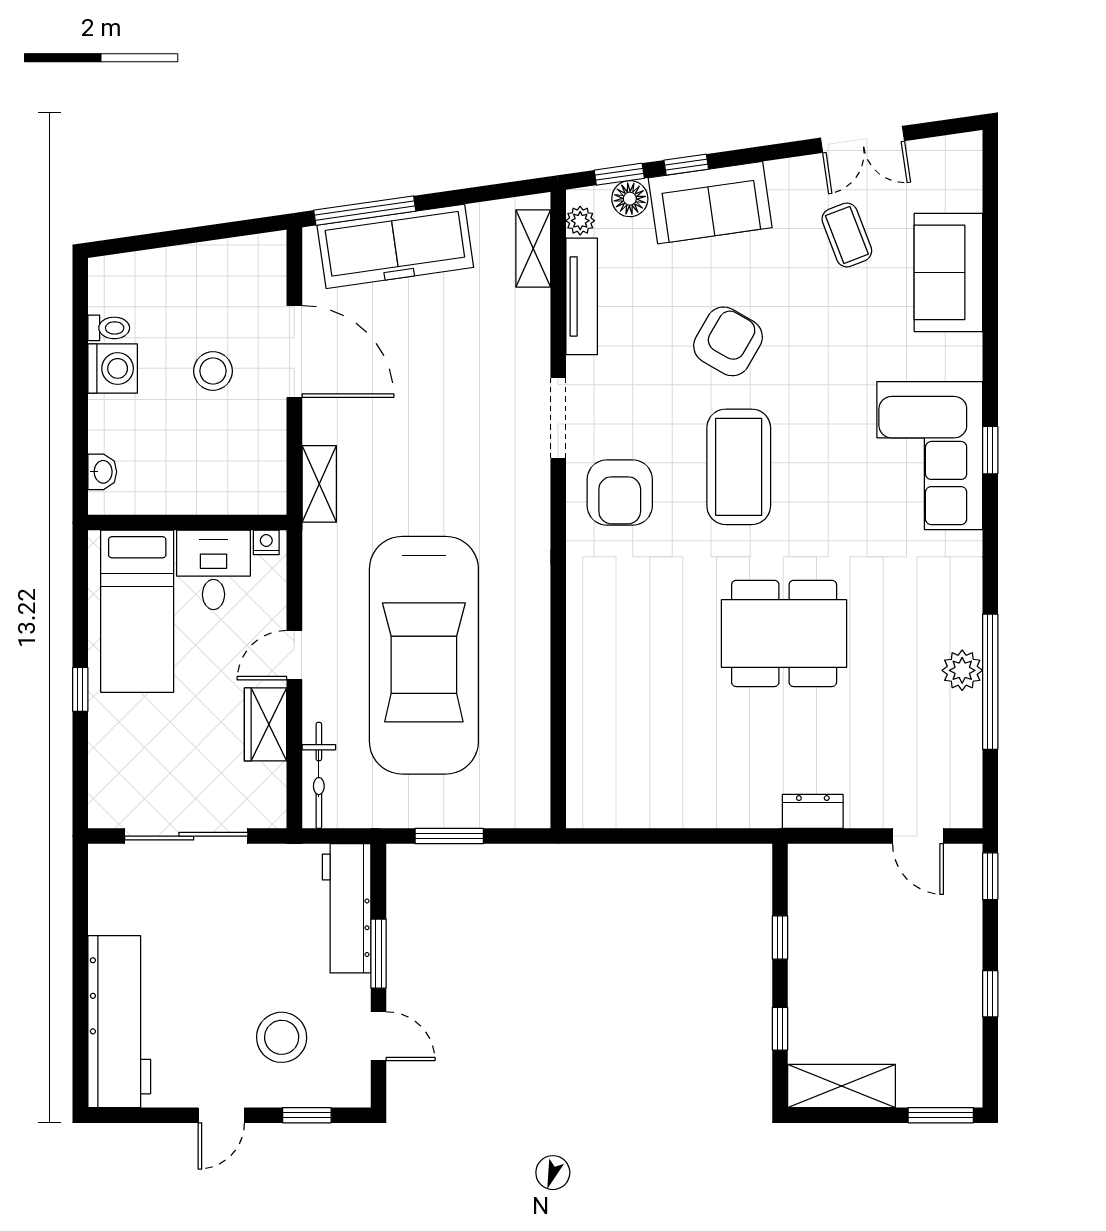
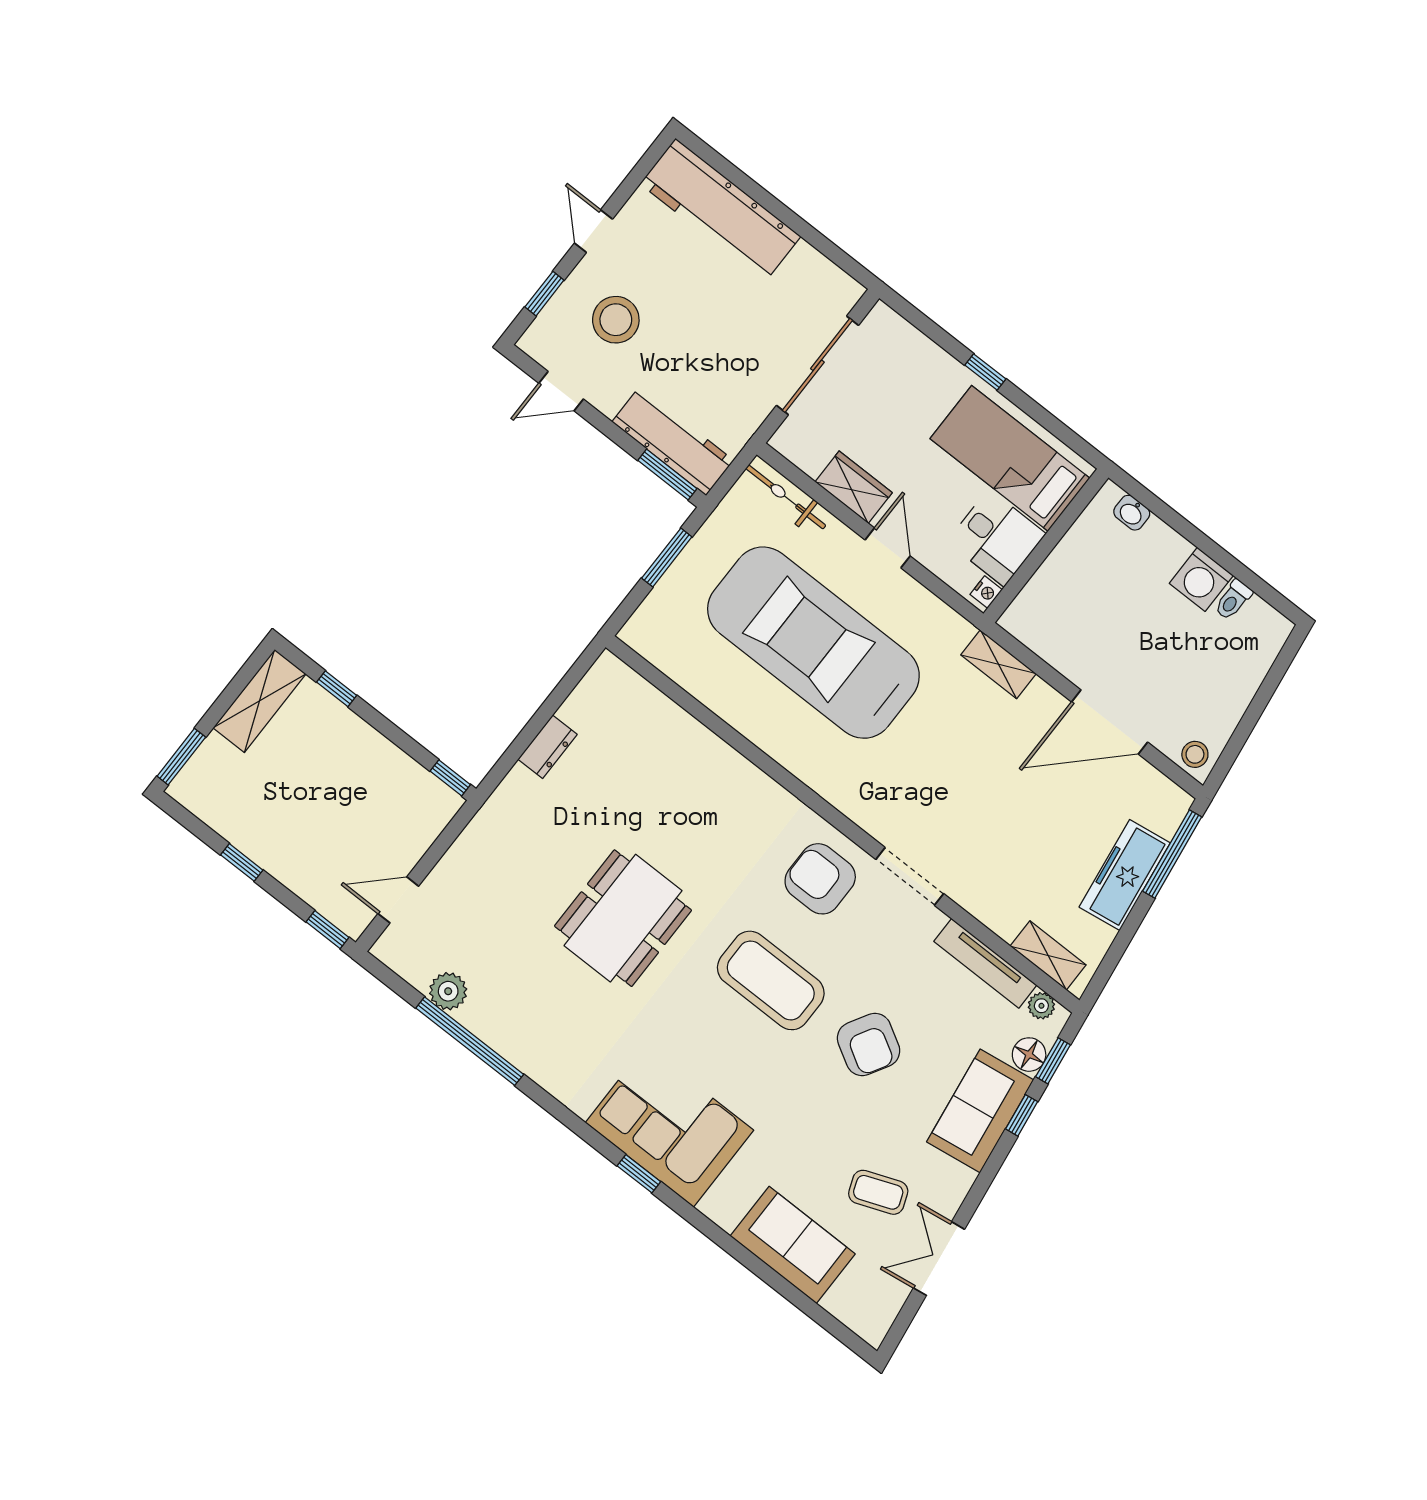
freezer: (395, 246) -> (1125, 875), width x0.73, depth x0.79
stool: (213, 371) -> (1195, 754), moved, width x0.73, depth x0.73
plant: (962, 670) -> (448, 991), moved
dresser: (813, 811) -> (548, 747), moved
window: (780, 938) -> (450, 778), moved
window: (378, 954) -> (667, 474), moved

